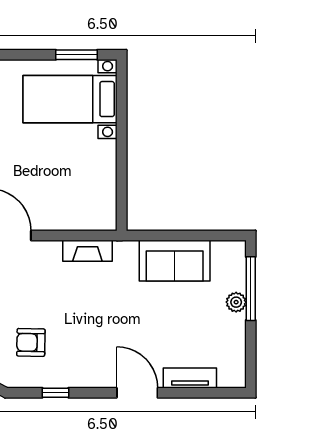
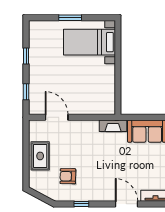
window: (77, 55) -> (70, 18), moved
fireplace: (87, 251) -> (113, 126), moved

